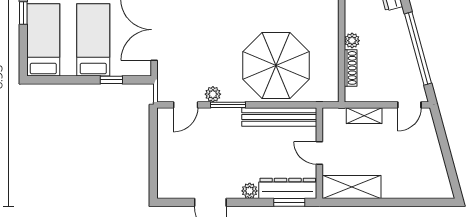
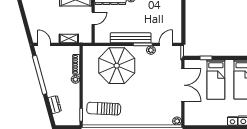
door: (409, 105) -> (44, 44), hinge flipped
bench: (279, 117) -> (131, 38), moved
door: (319, 153) -> (93, 18), hinge flipped

